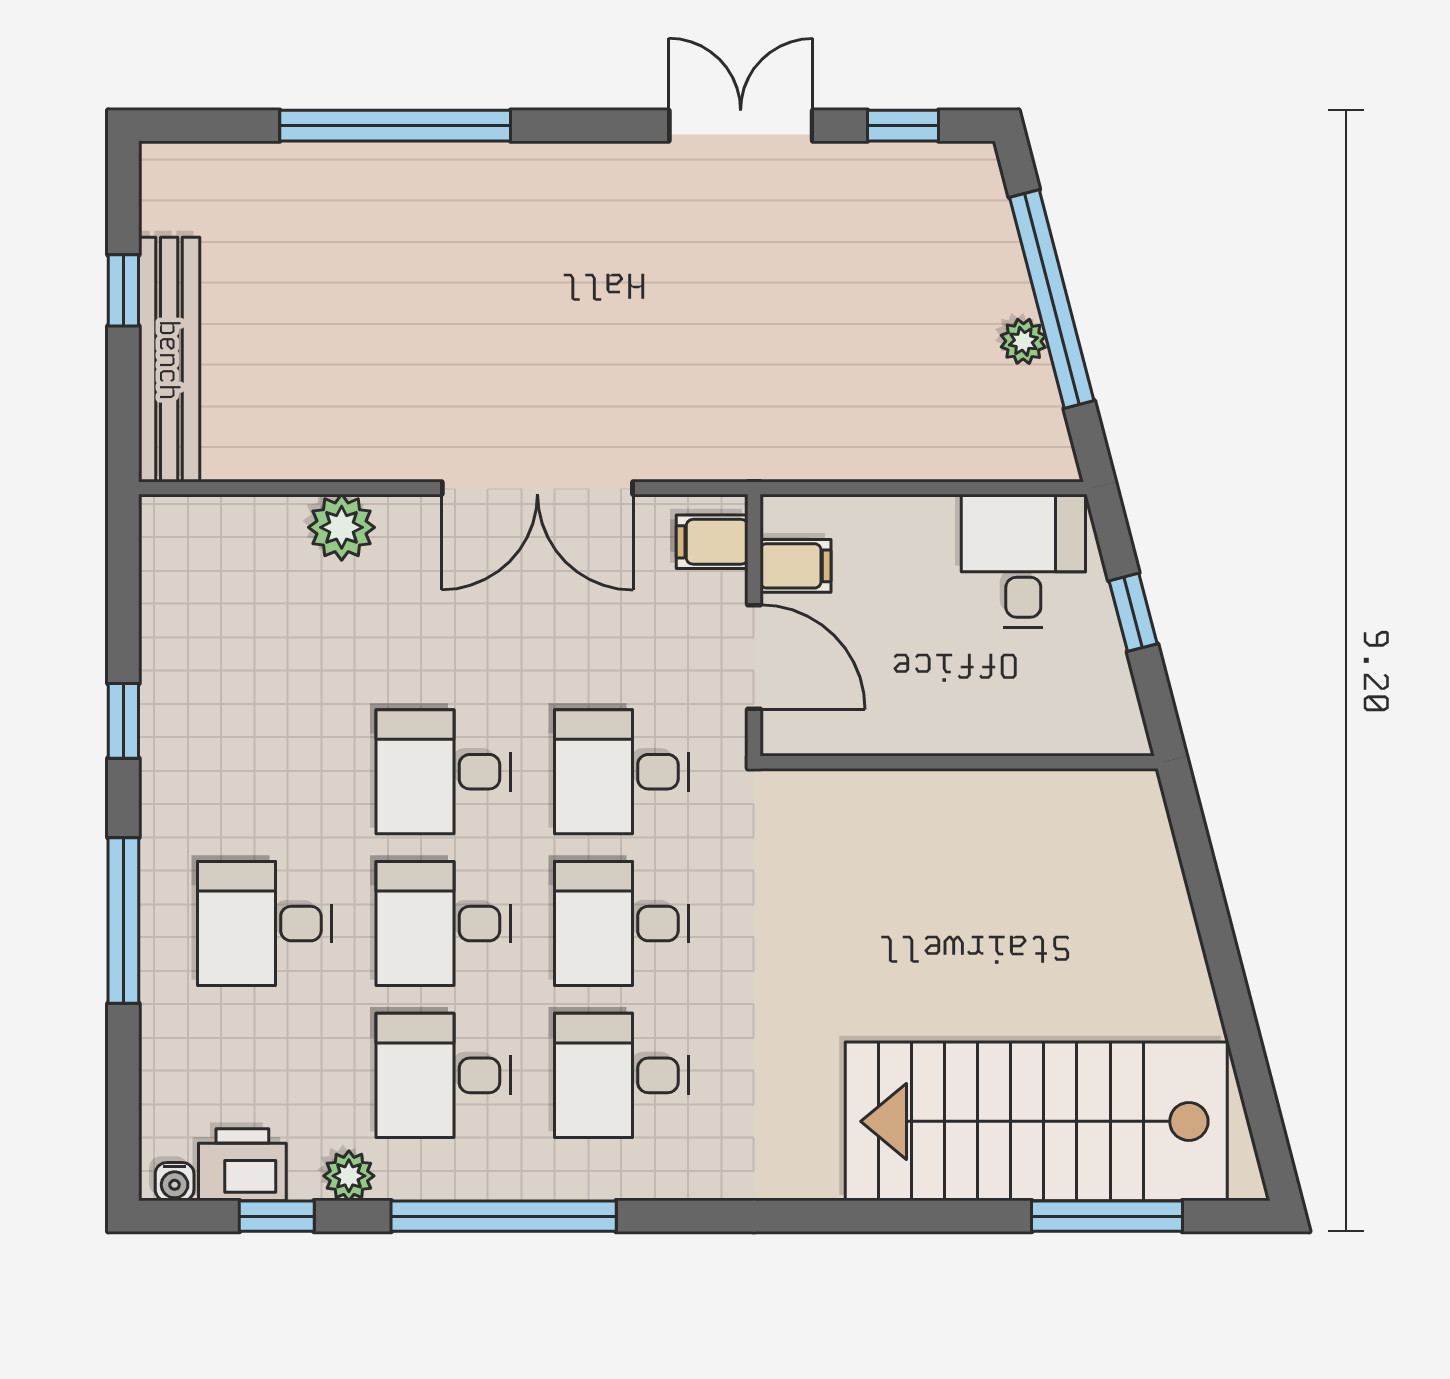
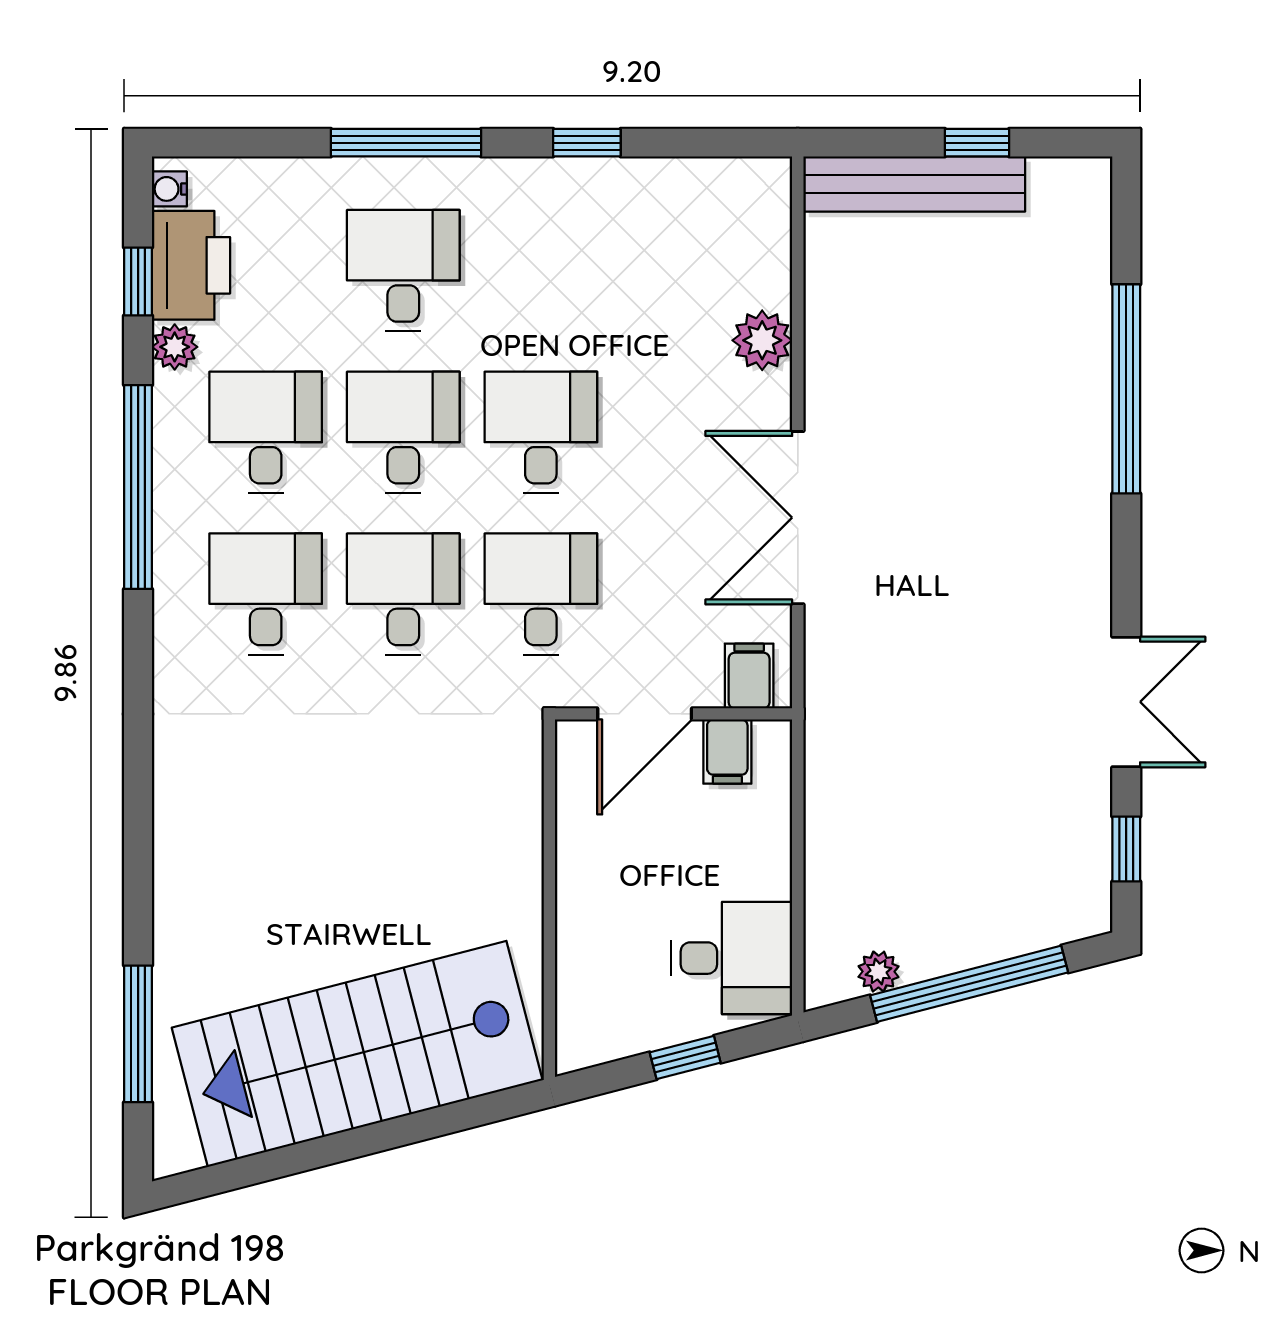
plant: (1023, 341) -> (879, 972), moved
stairs: (1036, 1121) -> (357, 1054), moved, turned -105
printer: (242, 1165) -> (191, 265), width x1.37, depth x1.19

